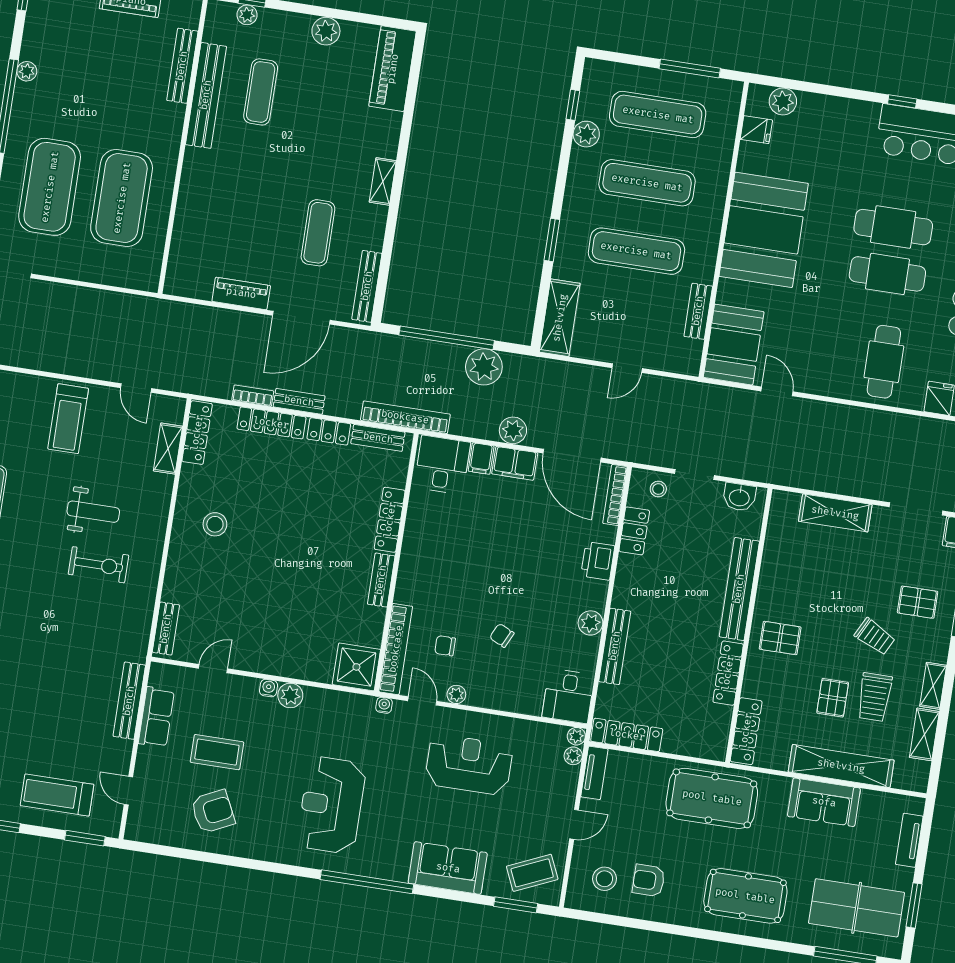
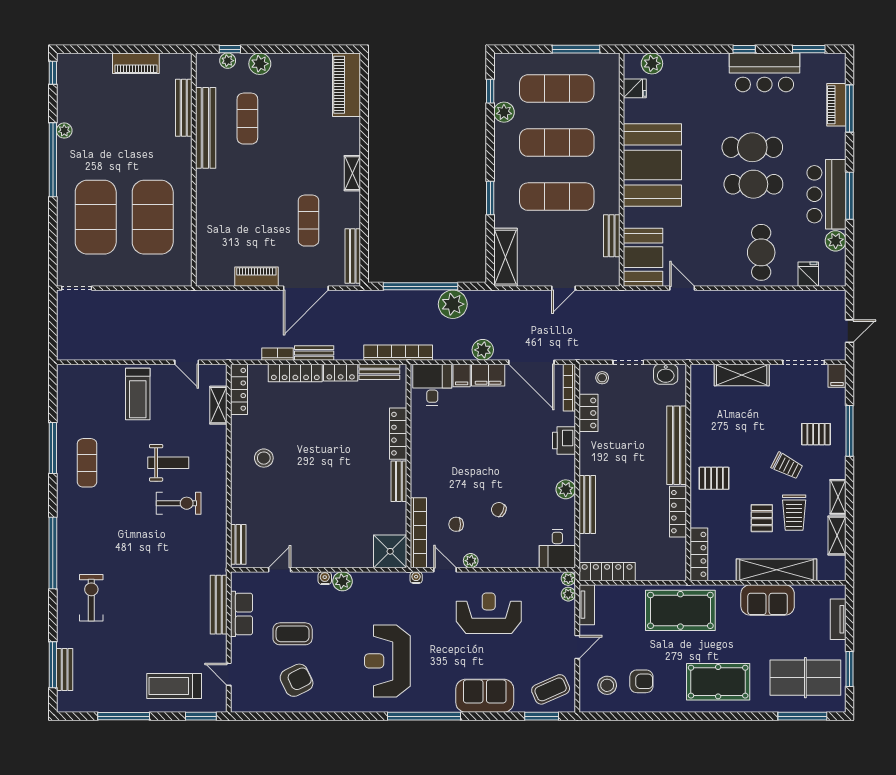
plant: (326, 31) -> (260, 64), moved
armchair: (649, 880) -> (641, 681), turned 180

